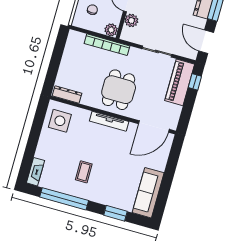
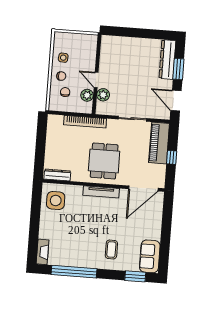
plant: (111, 30) -> (87, 95), moved
window: (195, 82) -> (172, 157), moved
coffee table: (84, 172) -> (111, 249), moved
sofa: (148, 193) -> (150, 256), width x0.73
window: (115, 213) -> (135, 276), moved

